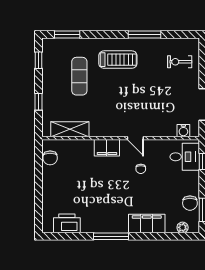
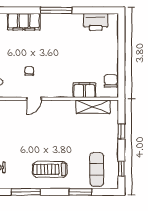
window: (67, 35) -> (80, 192), moved
exercise mat: (79, 76) -> (97, 169), moved
door: (135, 138) -> (34, 99), swing flipped
filing cabinet: (107, 148) -> (84, 90), moved

